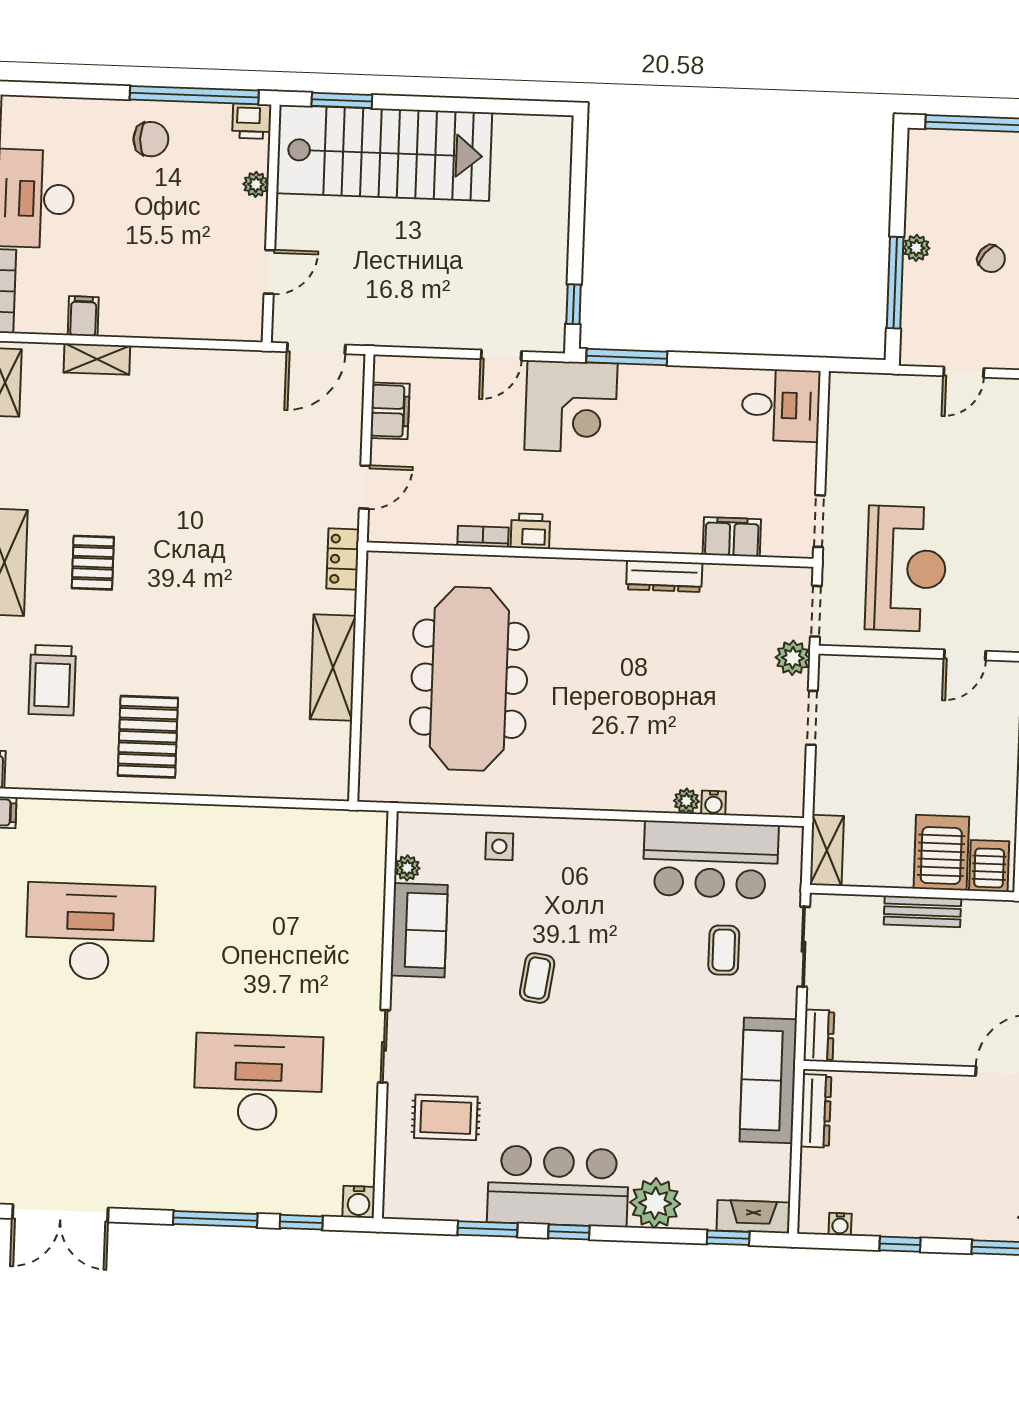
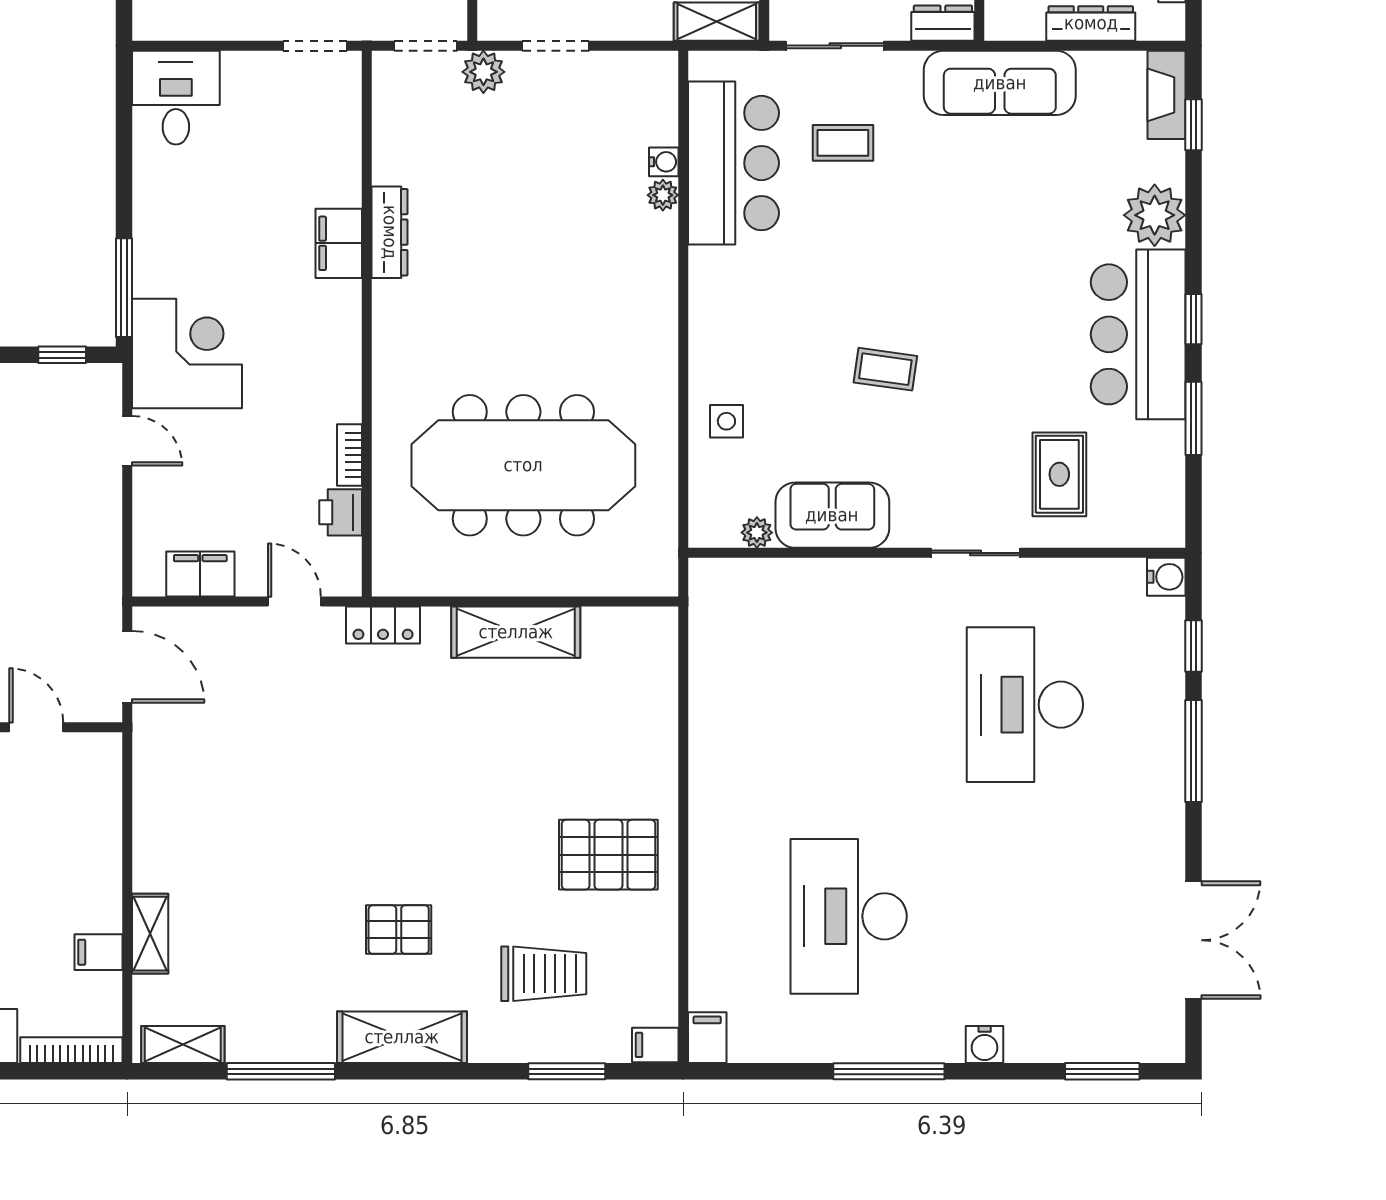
printer: (530, 531) -> (341, 512), moved
filing cabinet: (732, 537) -> (339, 243), moved
dresser: (816, 1111) -> (1091, 23), moved

